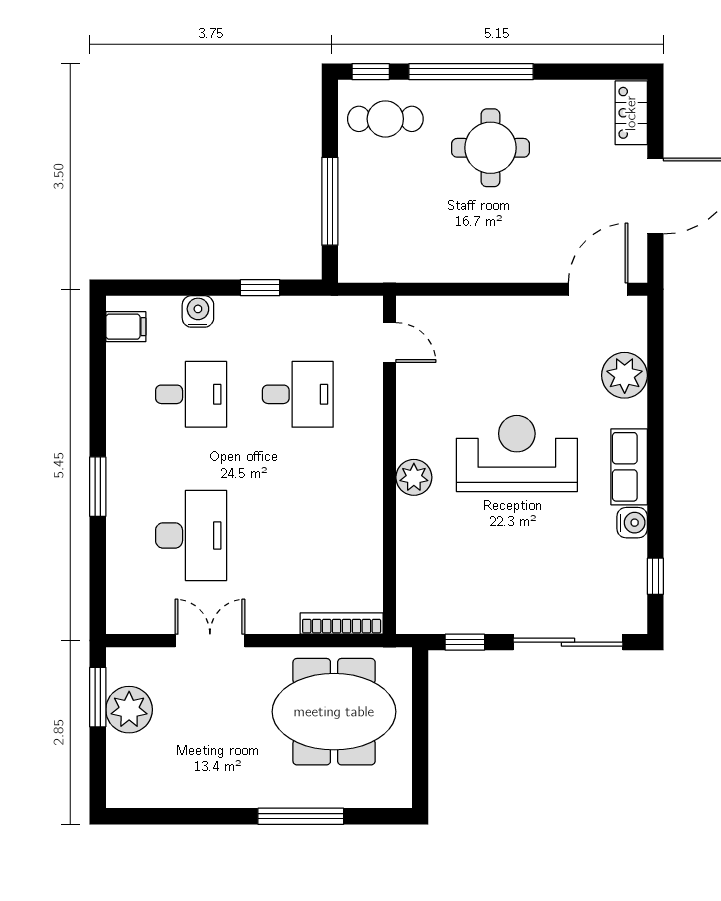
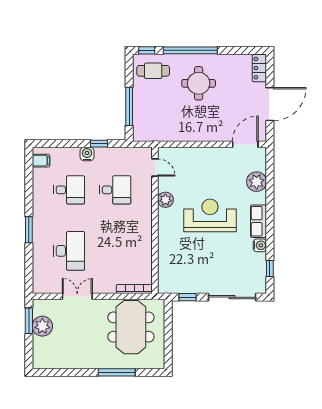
water cooler: (198, 311) -> (87, 154), moved
plant: (414, 477) -> (165, 200), moved
meeting table: (334, 712) -> (131, 327), turned 90

